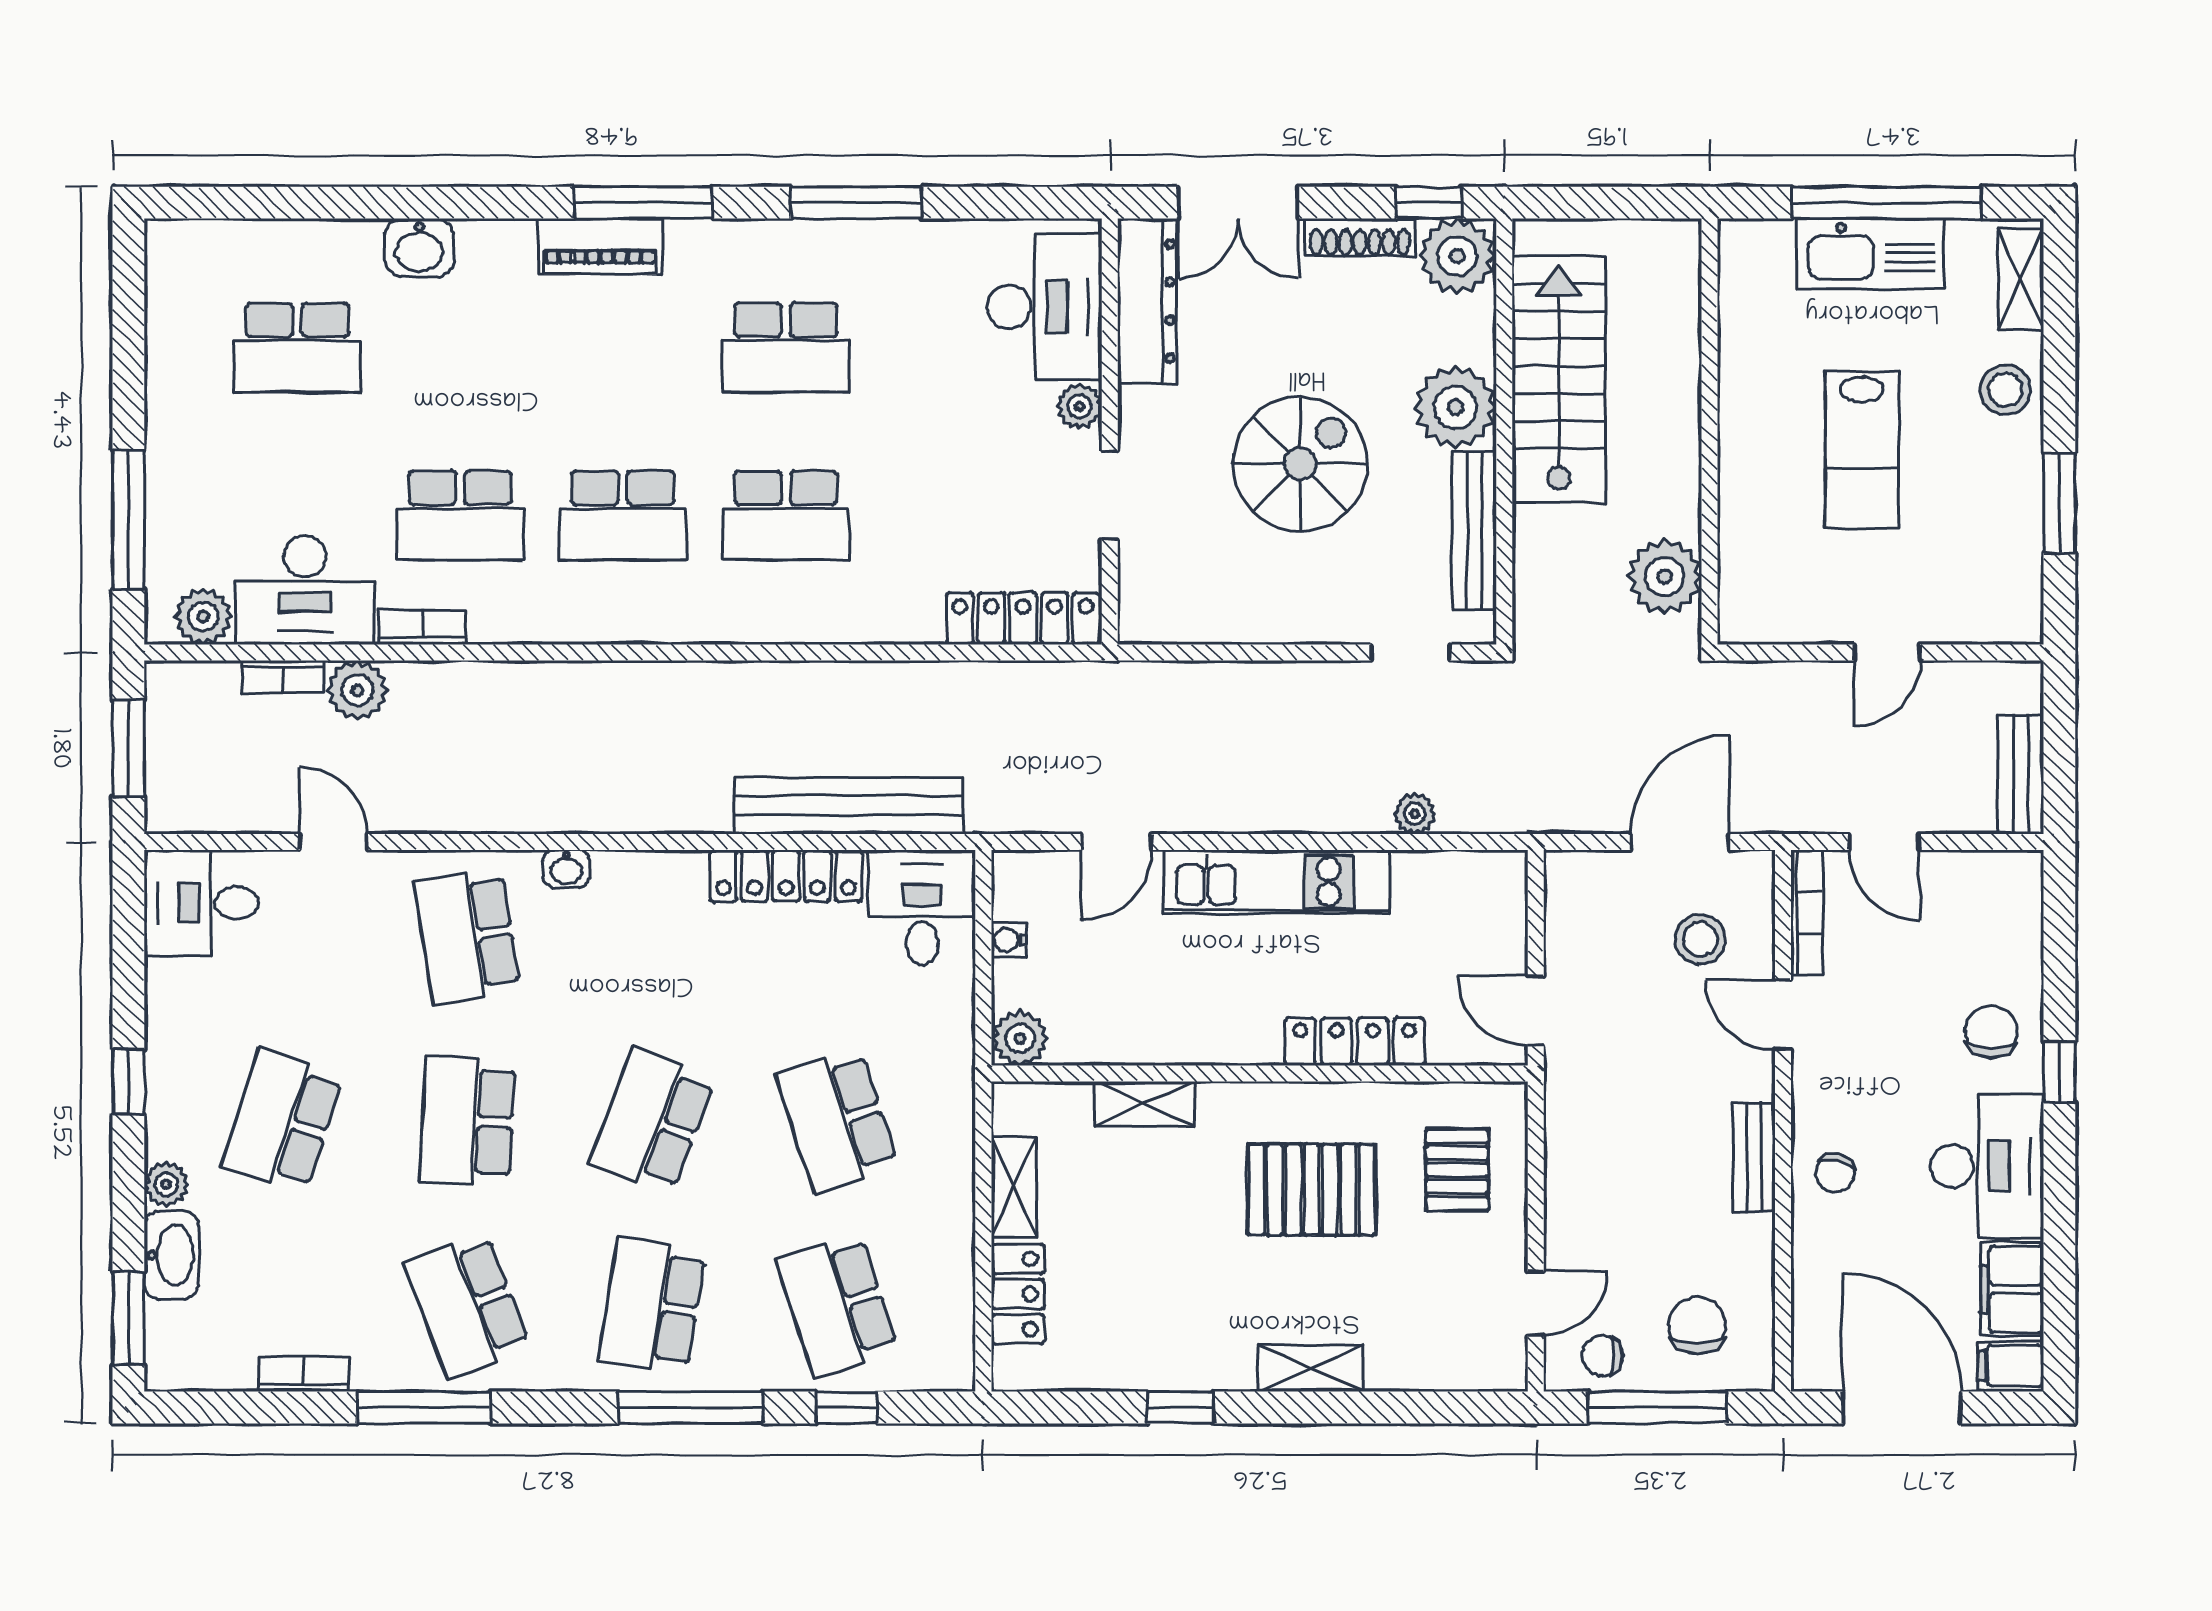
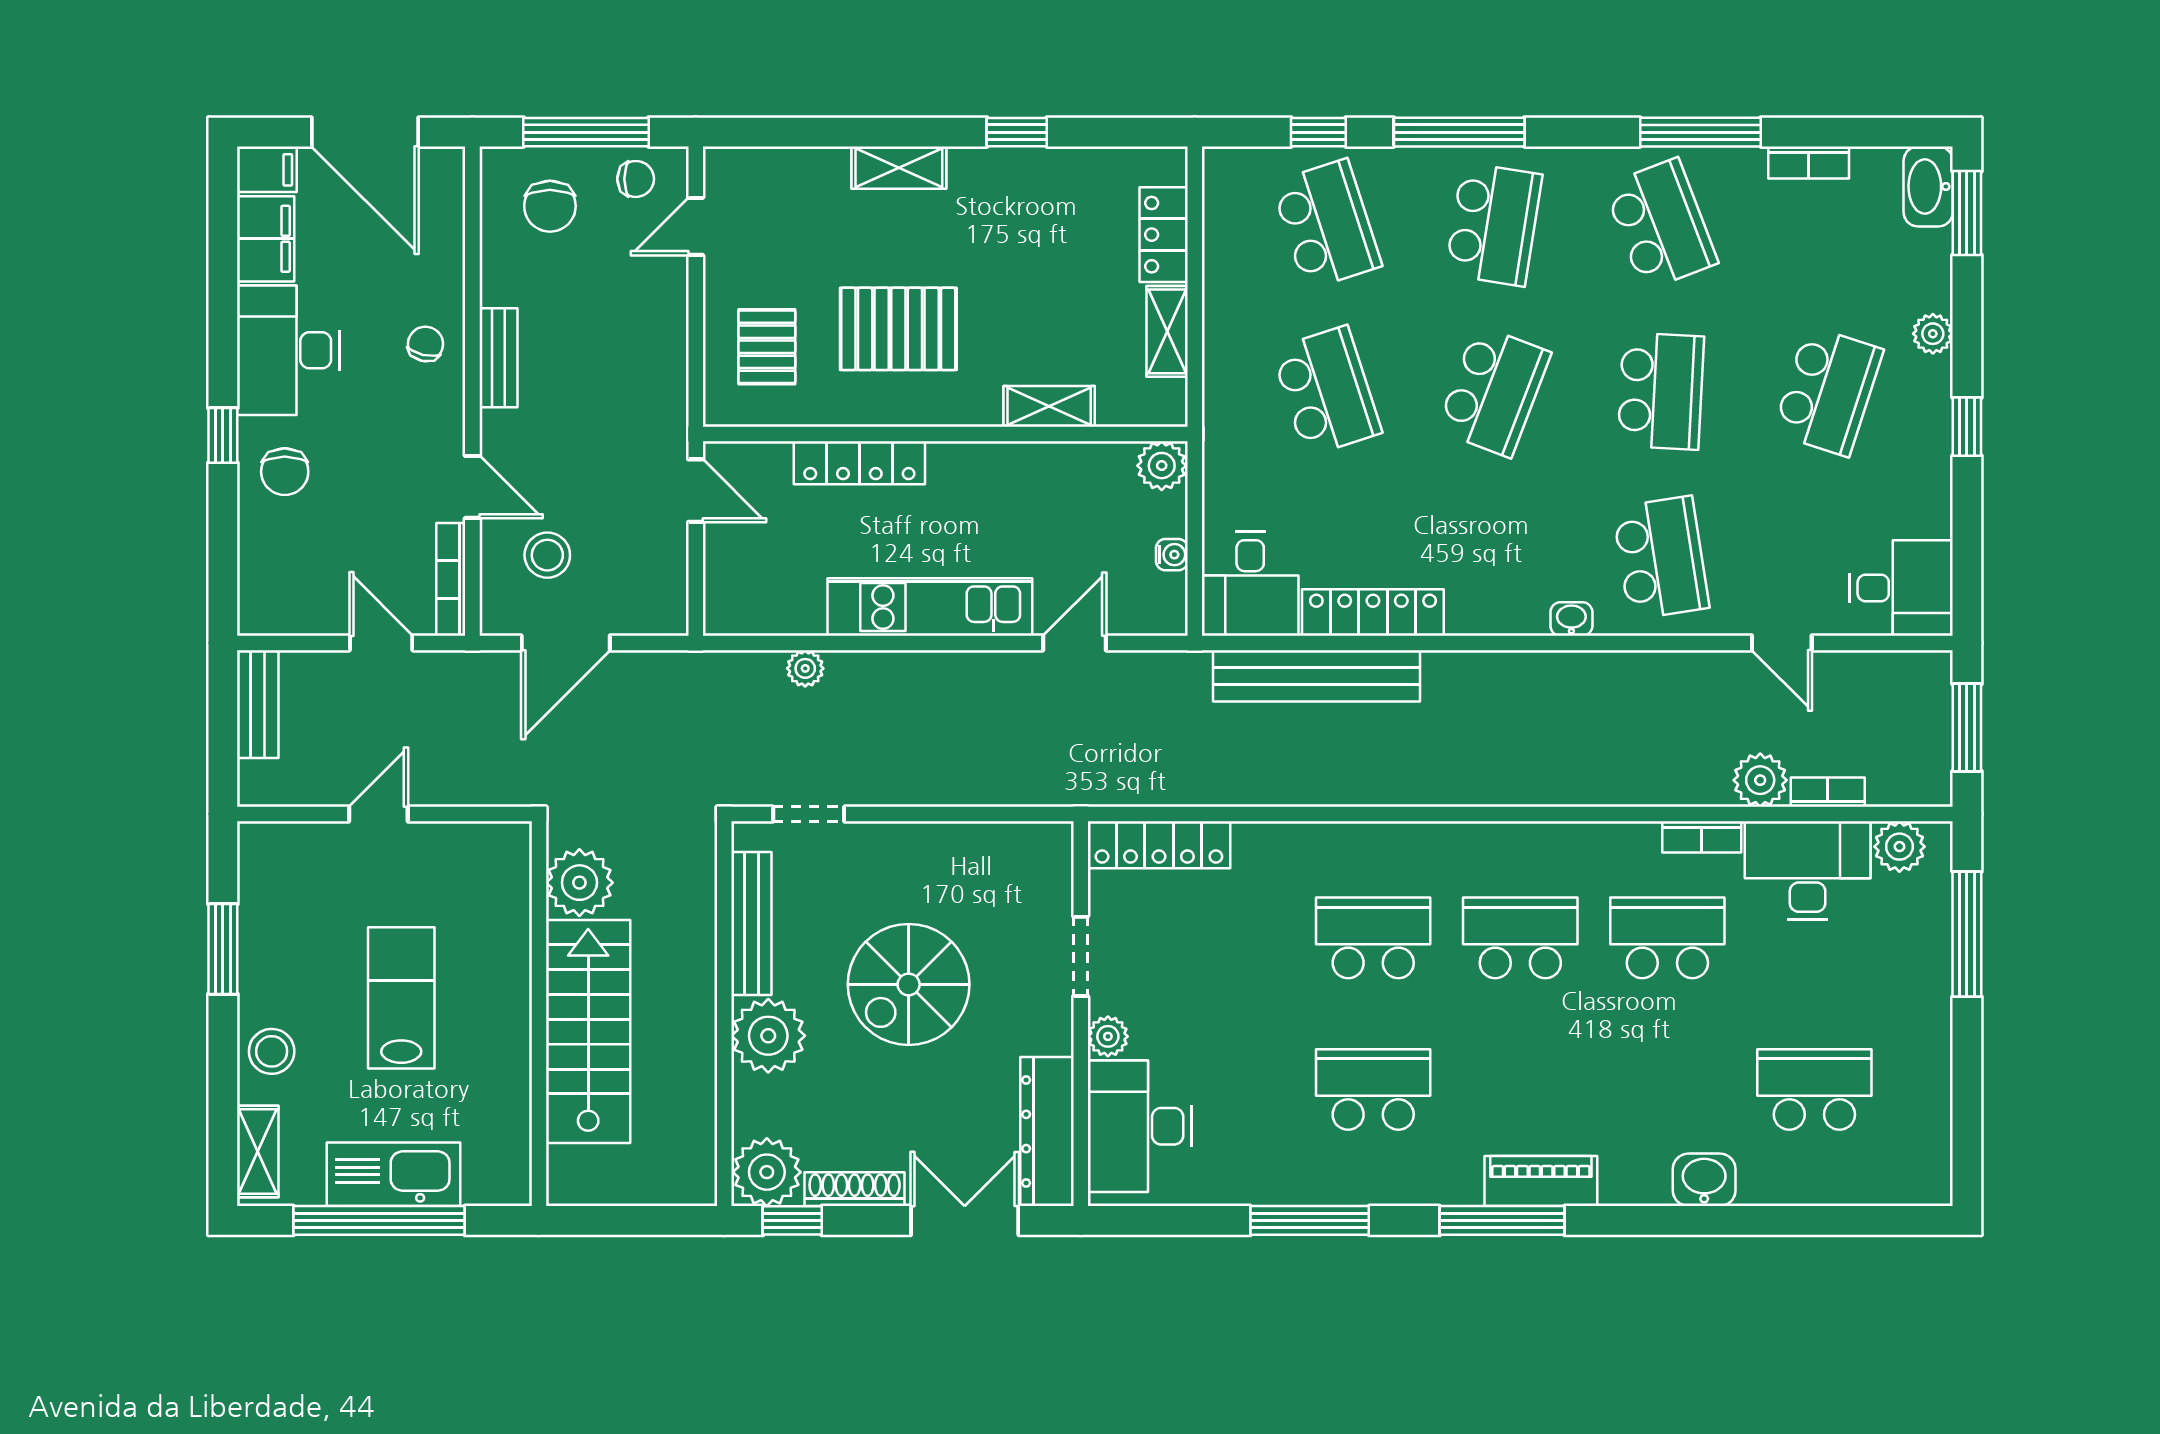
stairs: (1559, 379) -> (588, 1031), moved, turned 180
washbasin: (171, 1255) -> (1928, 186), moved

